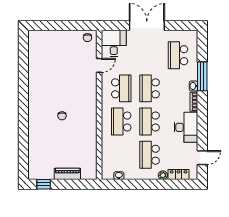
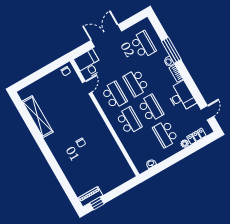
school desk: (178, 55) -> (143, 45), turned 180
shelving: (34, 66) -> (38, 117), added
school desk: (121, 122) -> (129, 121), turned 180
school desk: (150, 122) -> (151, 108), turned 180
piano: (67, 174) -> (90, 197), moved

